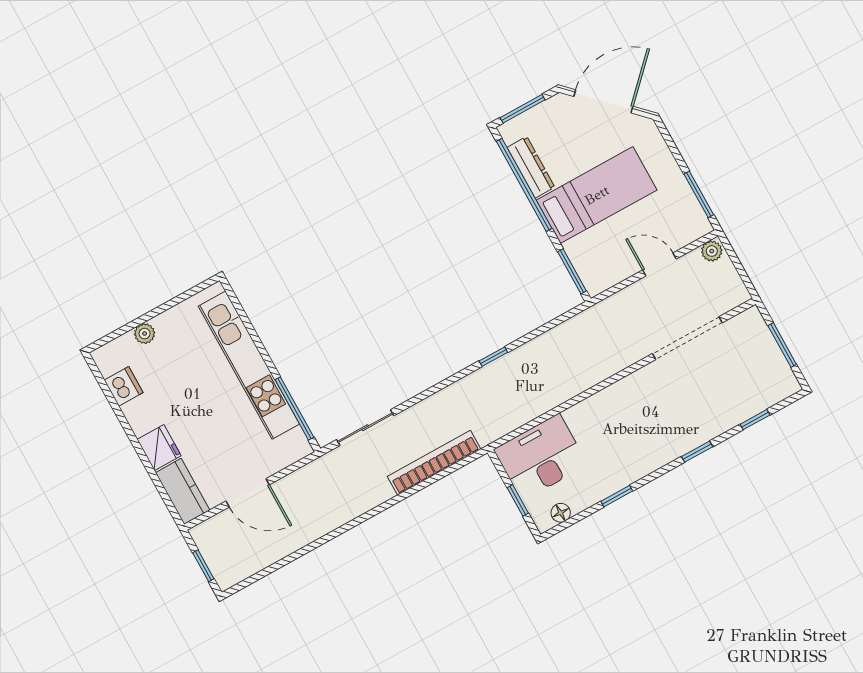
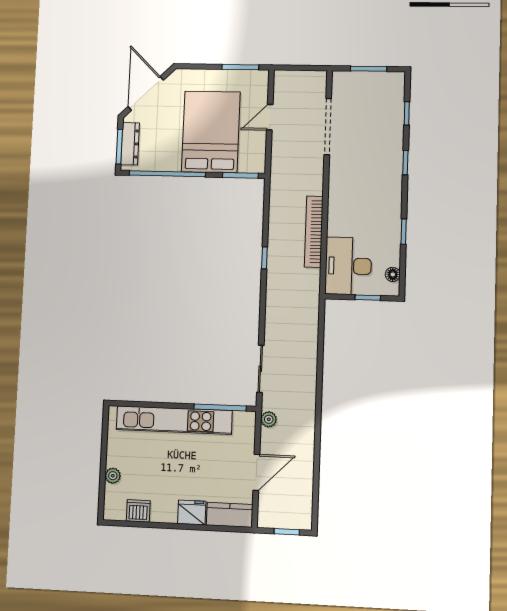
dresser: (531, 167) -> (130, 144), moved, turned 90
bed: (597, 195) -> (211, 132), width x1.50
plant: (712, 251) -> (269, 419), moved
bookcase: (434, 463) -> (314, 232), moved

